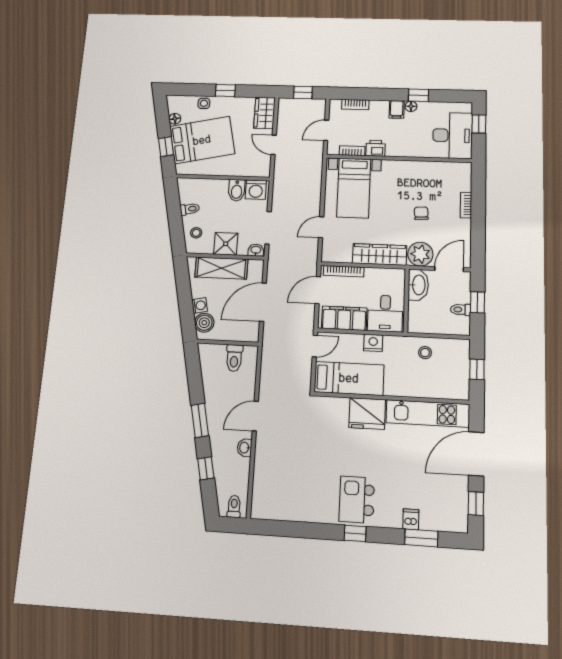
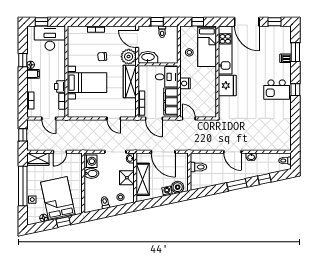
window: (225, 91) -> (23, 186), width x3.17
bed with nightstands: (354, 188) -> (87, 83), moved
bed: (349, 378) -> (207, 46), moved, turned 180

